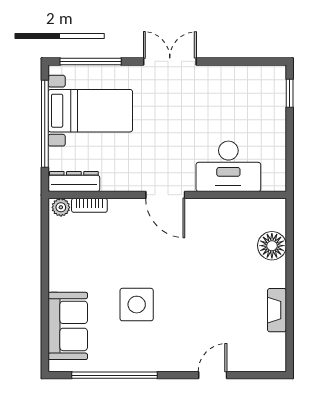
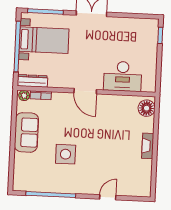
floor lamp: (272, 246) -> (147, 108), moved
fireplace: (277, 310) -> (148, 146), moved
sofa: (68, 326) -> (26, 132), moved

